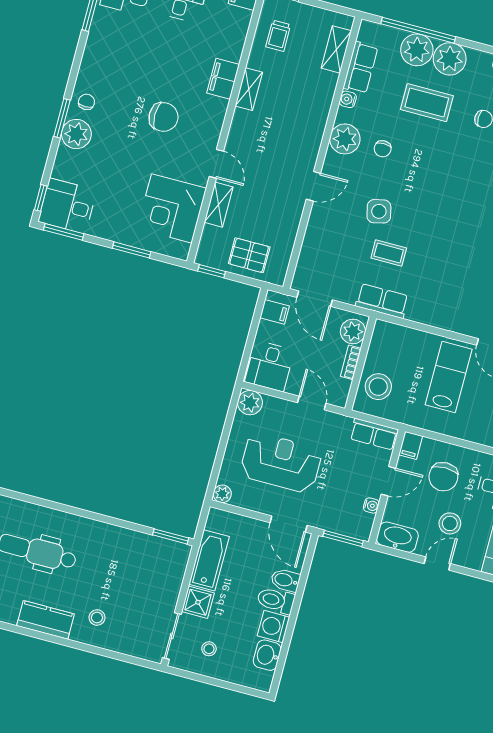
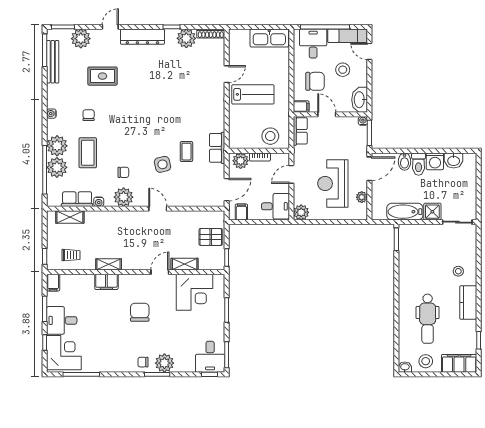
pallet: (249, 255) -> (211, 237), turned 90
lab bench: (449, 377) -> (253, 94), turned 180
plant: (222, 494) -> (362, 197), moved
water cooler: (371, 506) -> (363, 121), moved
door: (437, 564) -> (369, 51), moved
stool: (209, 649) -> (459, 197), removed

